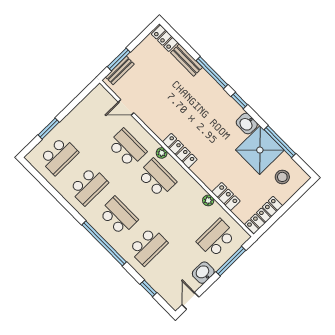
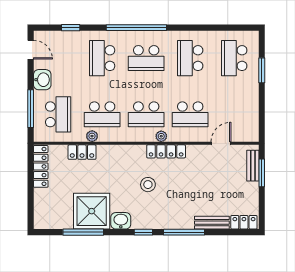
locker: (180, 151) -> (166, 151), moved
stool: (282, 177) -> (148, 185), moved
school desk: (186, 208) -> (102, 114), added

